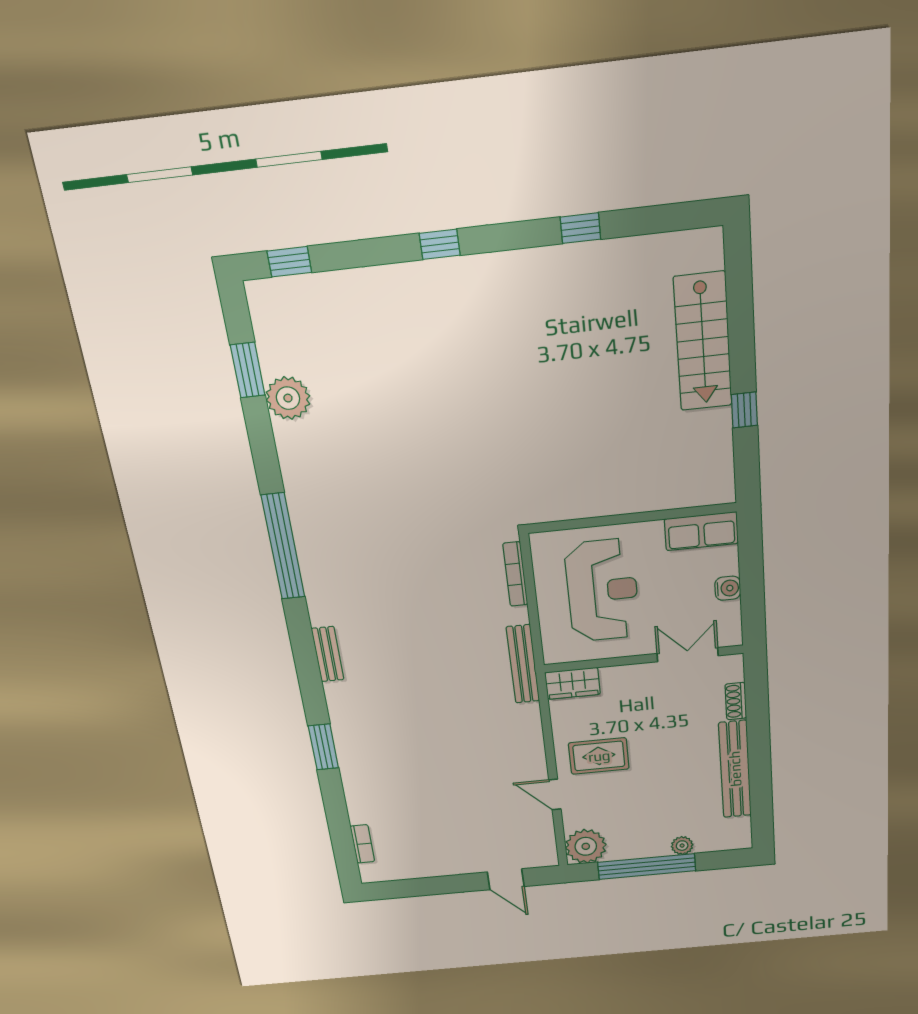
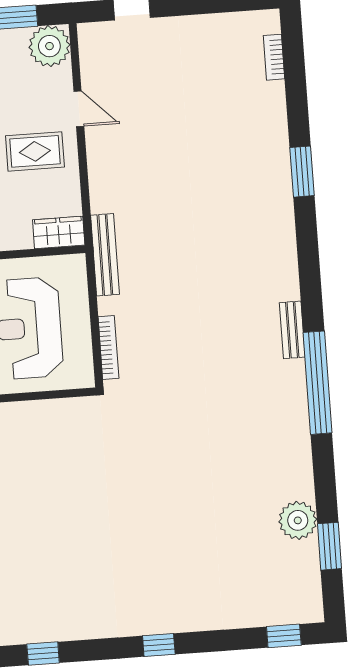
bench: (328, 654) -> (292, 330), moved

